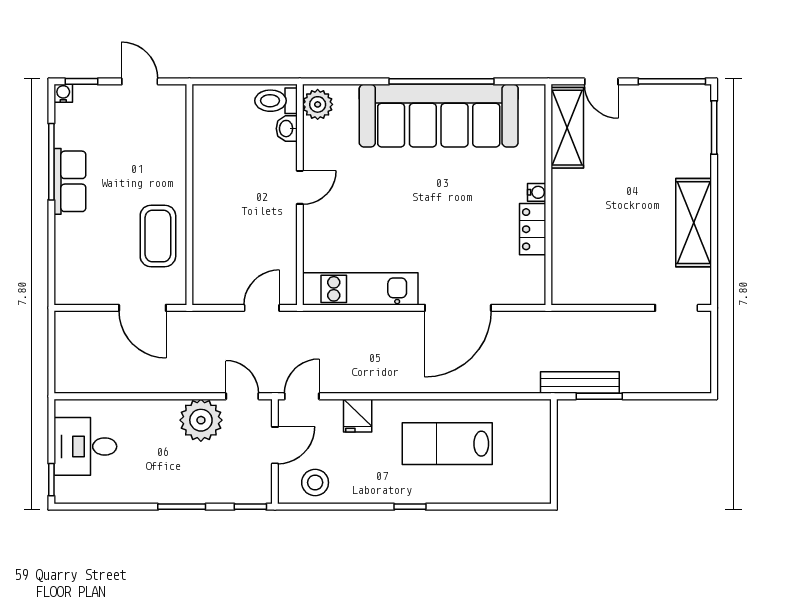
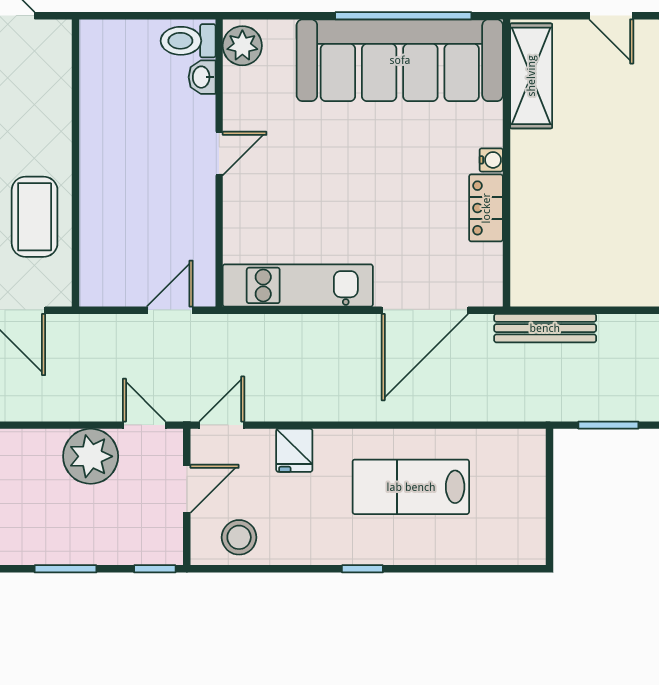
shelving: (567, 128) -> (531, 76), moved
water cooler: (537, 192) -> (491, 160), moved
wall: (548, 195) -> (506, 163), moved
locker: (533, 229) -> (486, 208), moved
bench: (580, 382) -> (545, 328), moved

